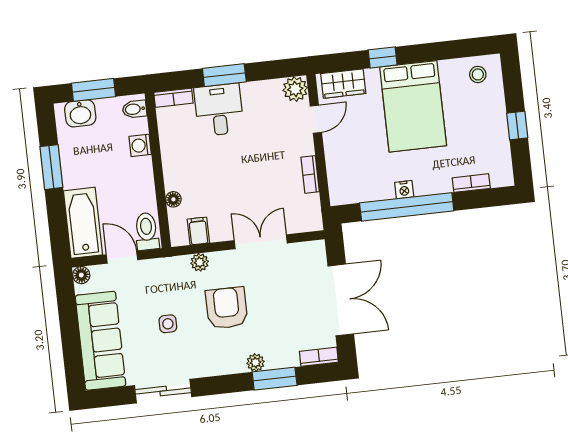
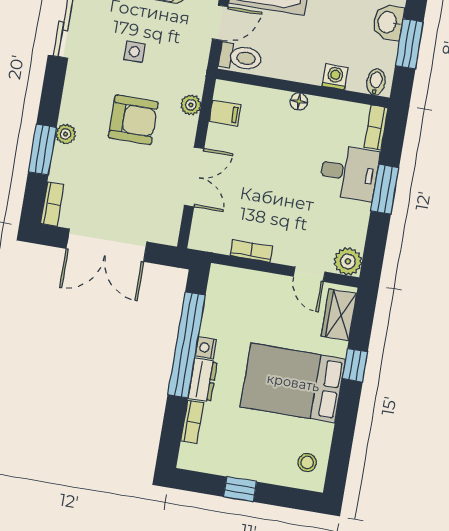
dresser: (433, 184) -> (203, 380), added
floor lamp: (173, 199) -> (299, 102), moved

